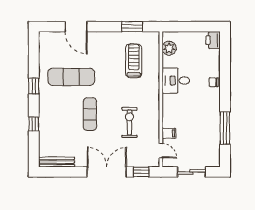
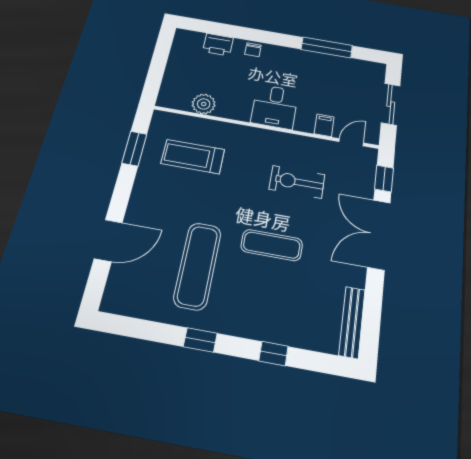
printer: (213, 40) -> (218, 45), moved
plant: (169, 48) -> (204, 104), moved
desk: (176, 81) -> (275, 107), moved

